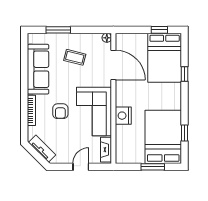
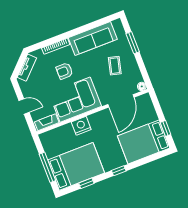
window: (184, 74) -> (119, 171), moved
window: (153, 167) -> (47, 167), width x1.44

